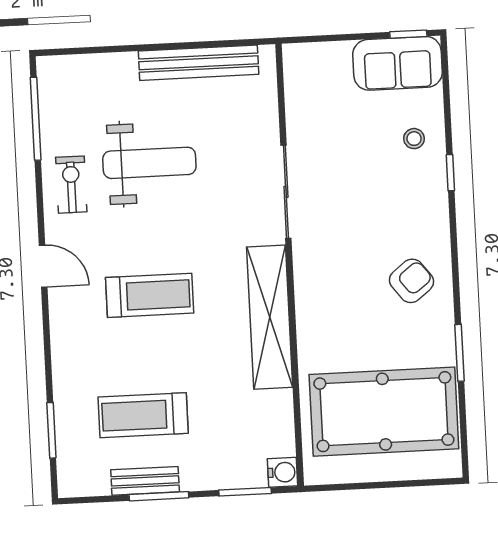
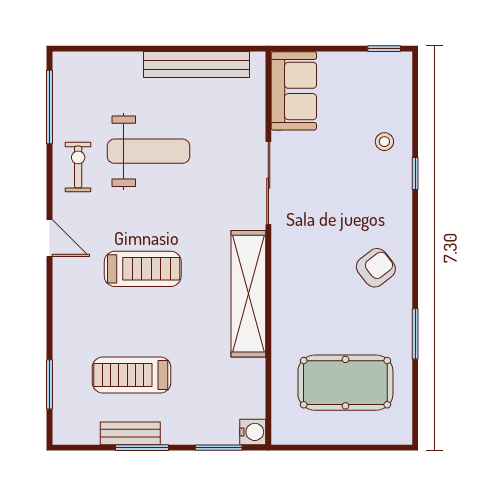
sofa: (398, 63) -> (294, 91), moved, turned -90
pool table: (384, 412) -> (345, 383), width x0.73, depth x0.76

